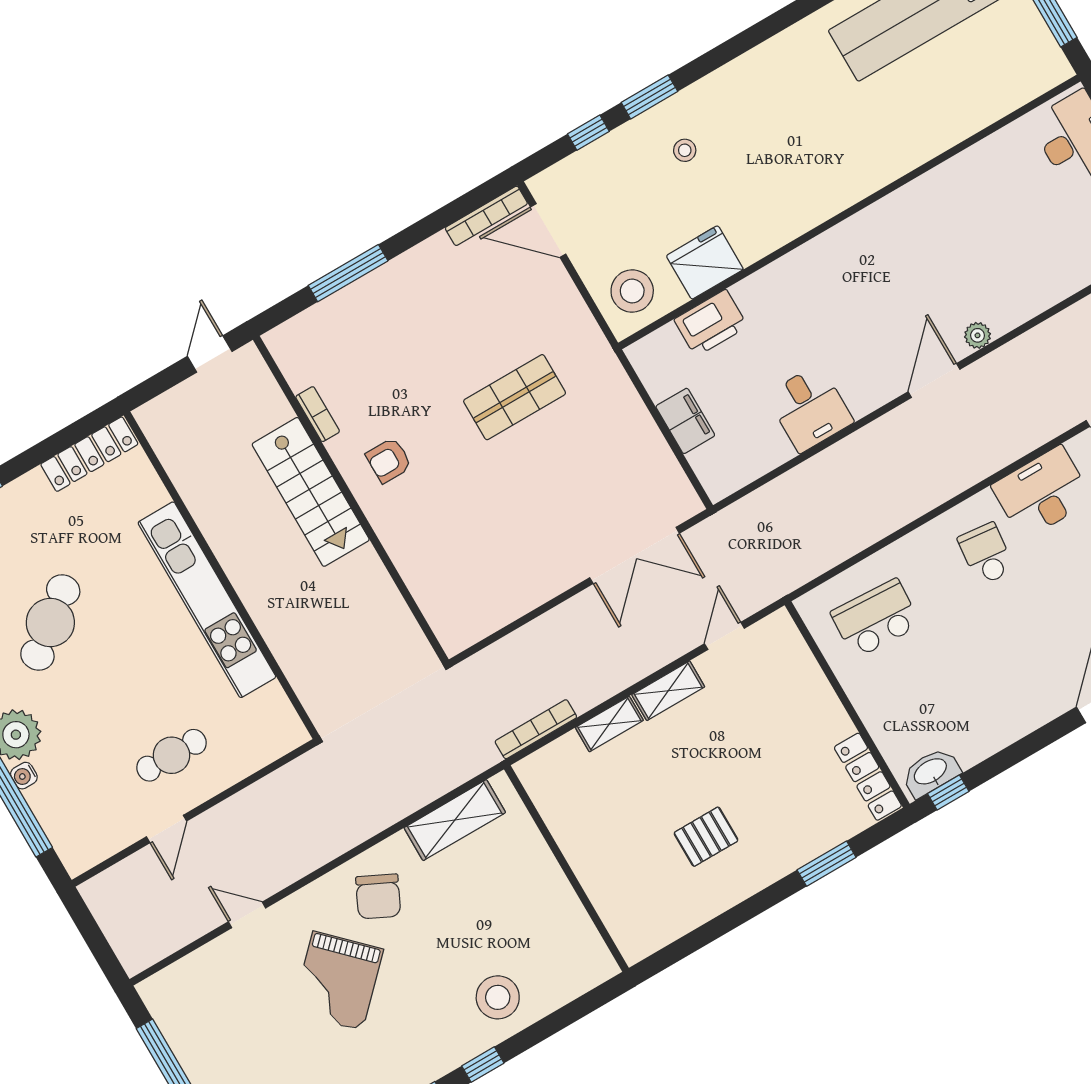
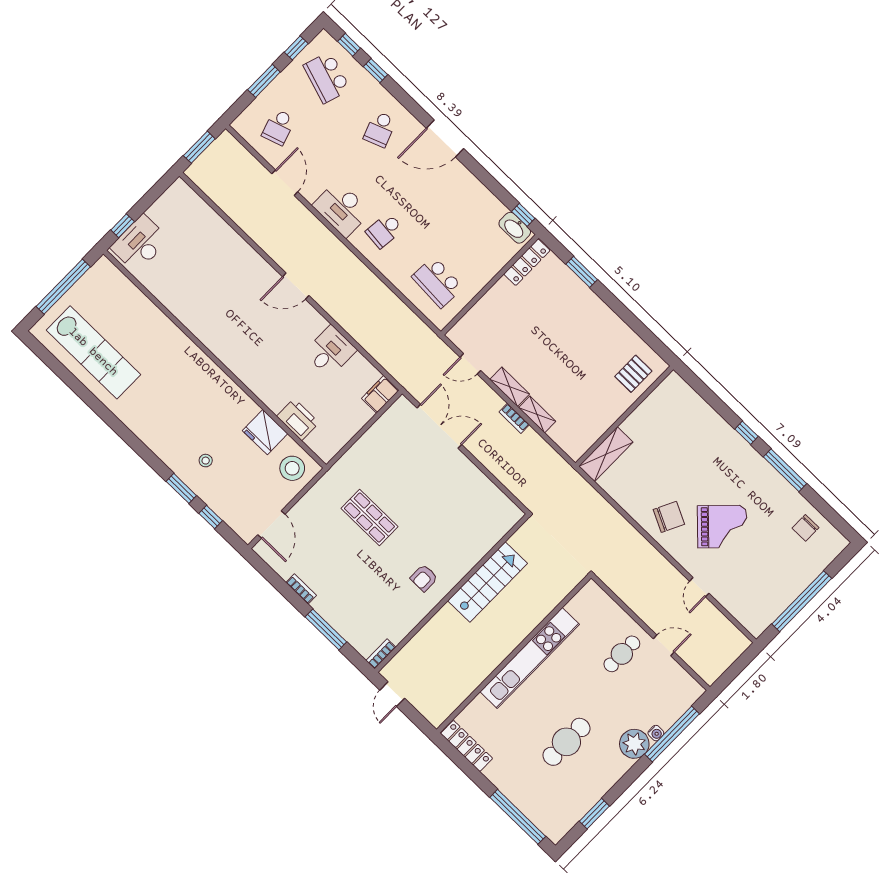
bookcase: (486, 216) -> (301, 589), moved, width x0.64
plant: (978, 335) -> (264, 269), removed
door: (210, 354) -> (392, 694), hinge flipped
bookcase: (318, 414) -> (381, 654), moved
filing cabinet: (685, 421) -> (380, 394), moved
armchair: (389, 460) -> (424, 578), turned 90
stairs: (311, 492) -> (488, 582), moved
cafe table: (50, 623) -> (566, 742), turned -52
bookcase: (536, 729) -> (514, 418), moved, width x0.64
cafe table: (171, 755) -> (622, 654), turned 90
shelving: (455, 820) -> (606, 454), moved, turned 90
pallet: (706, 837) -> (633, 374), moved, turned 90
stool: (498, 997) -> (707, 435), removed

